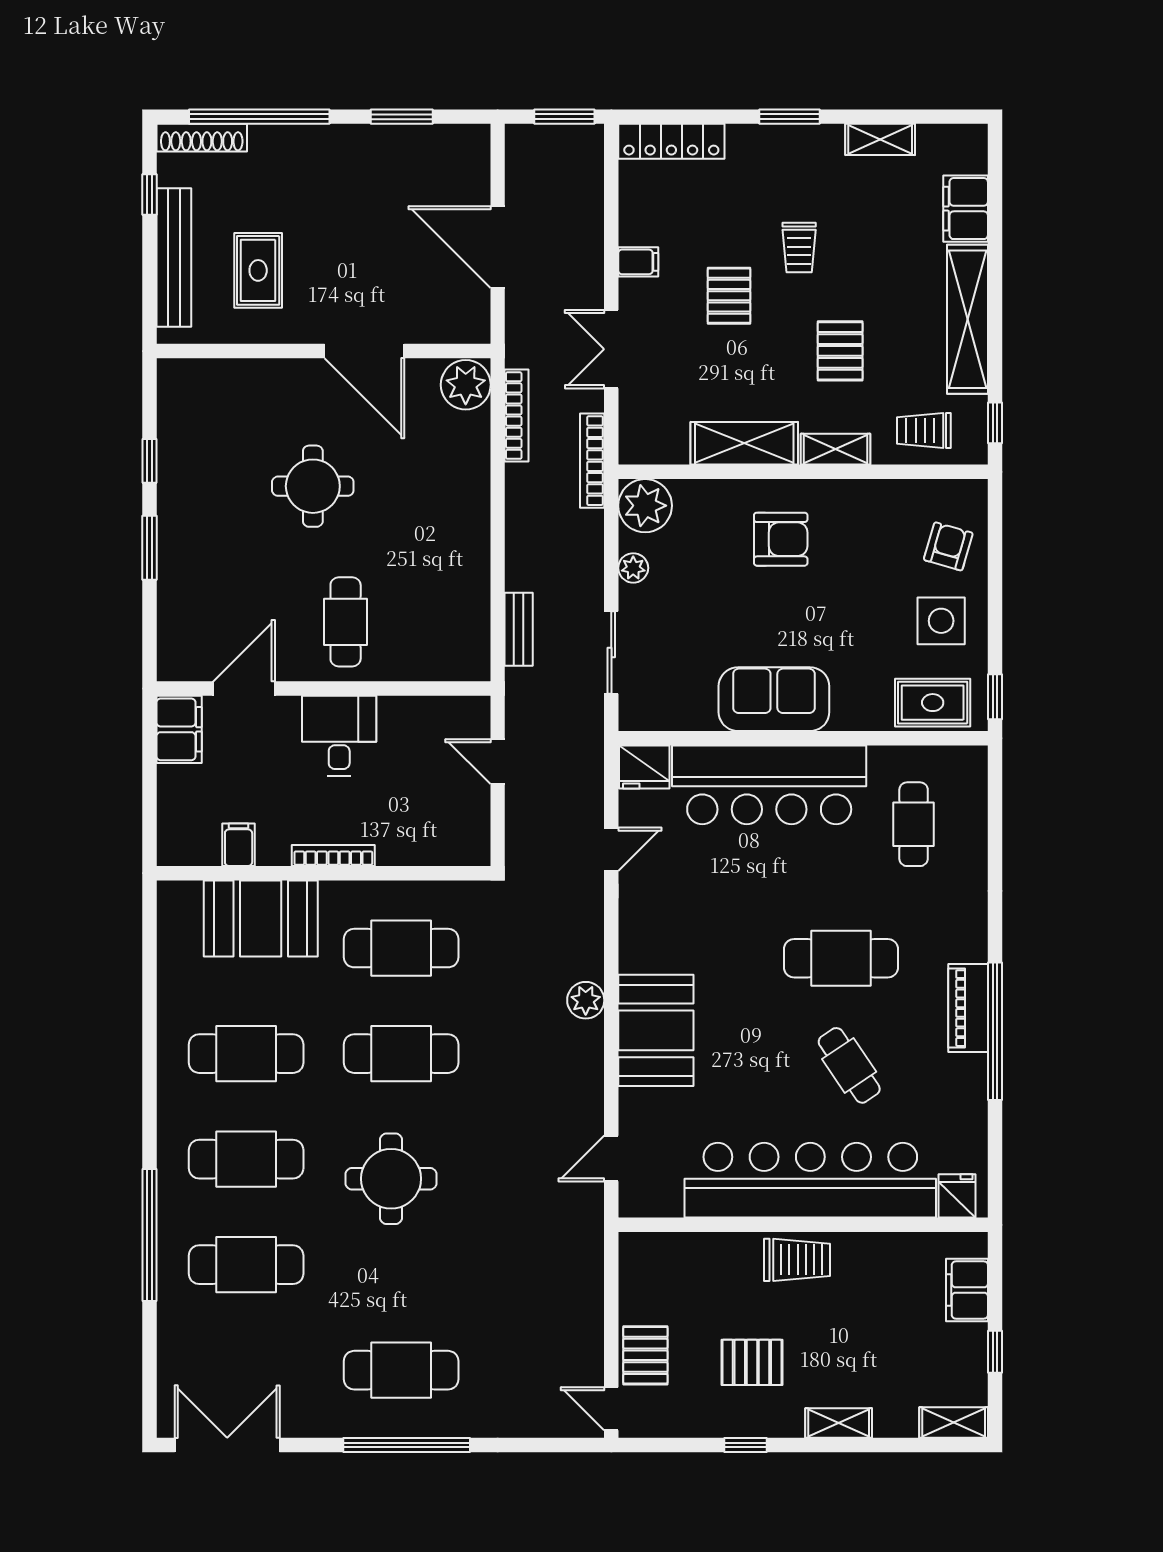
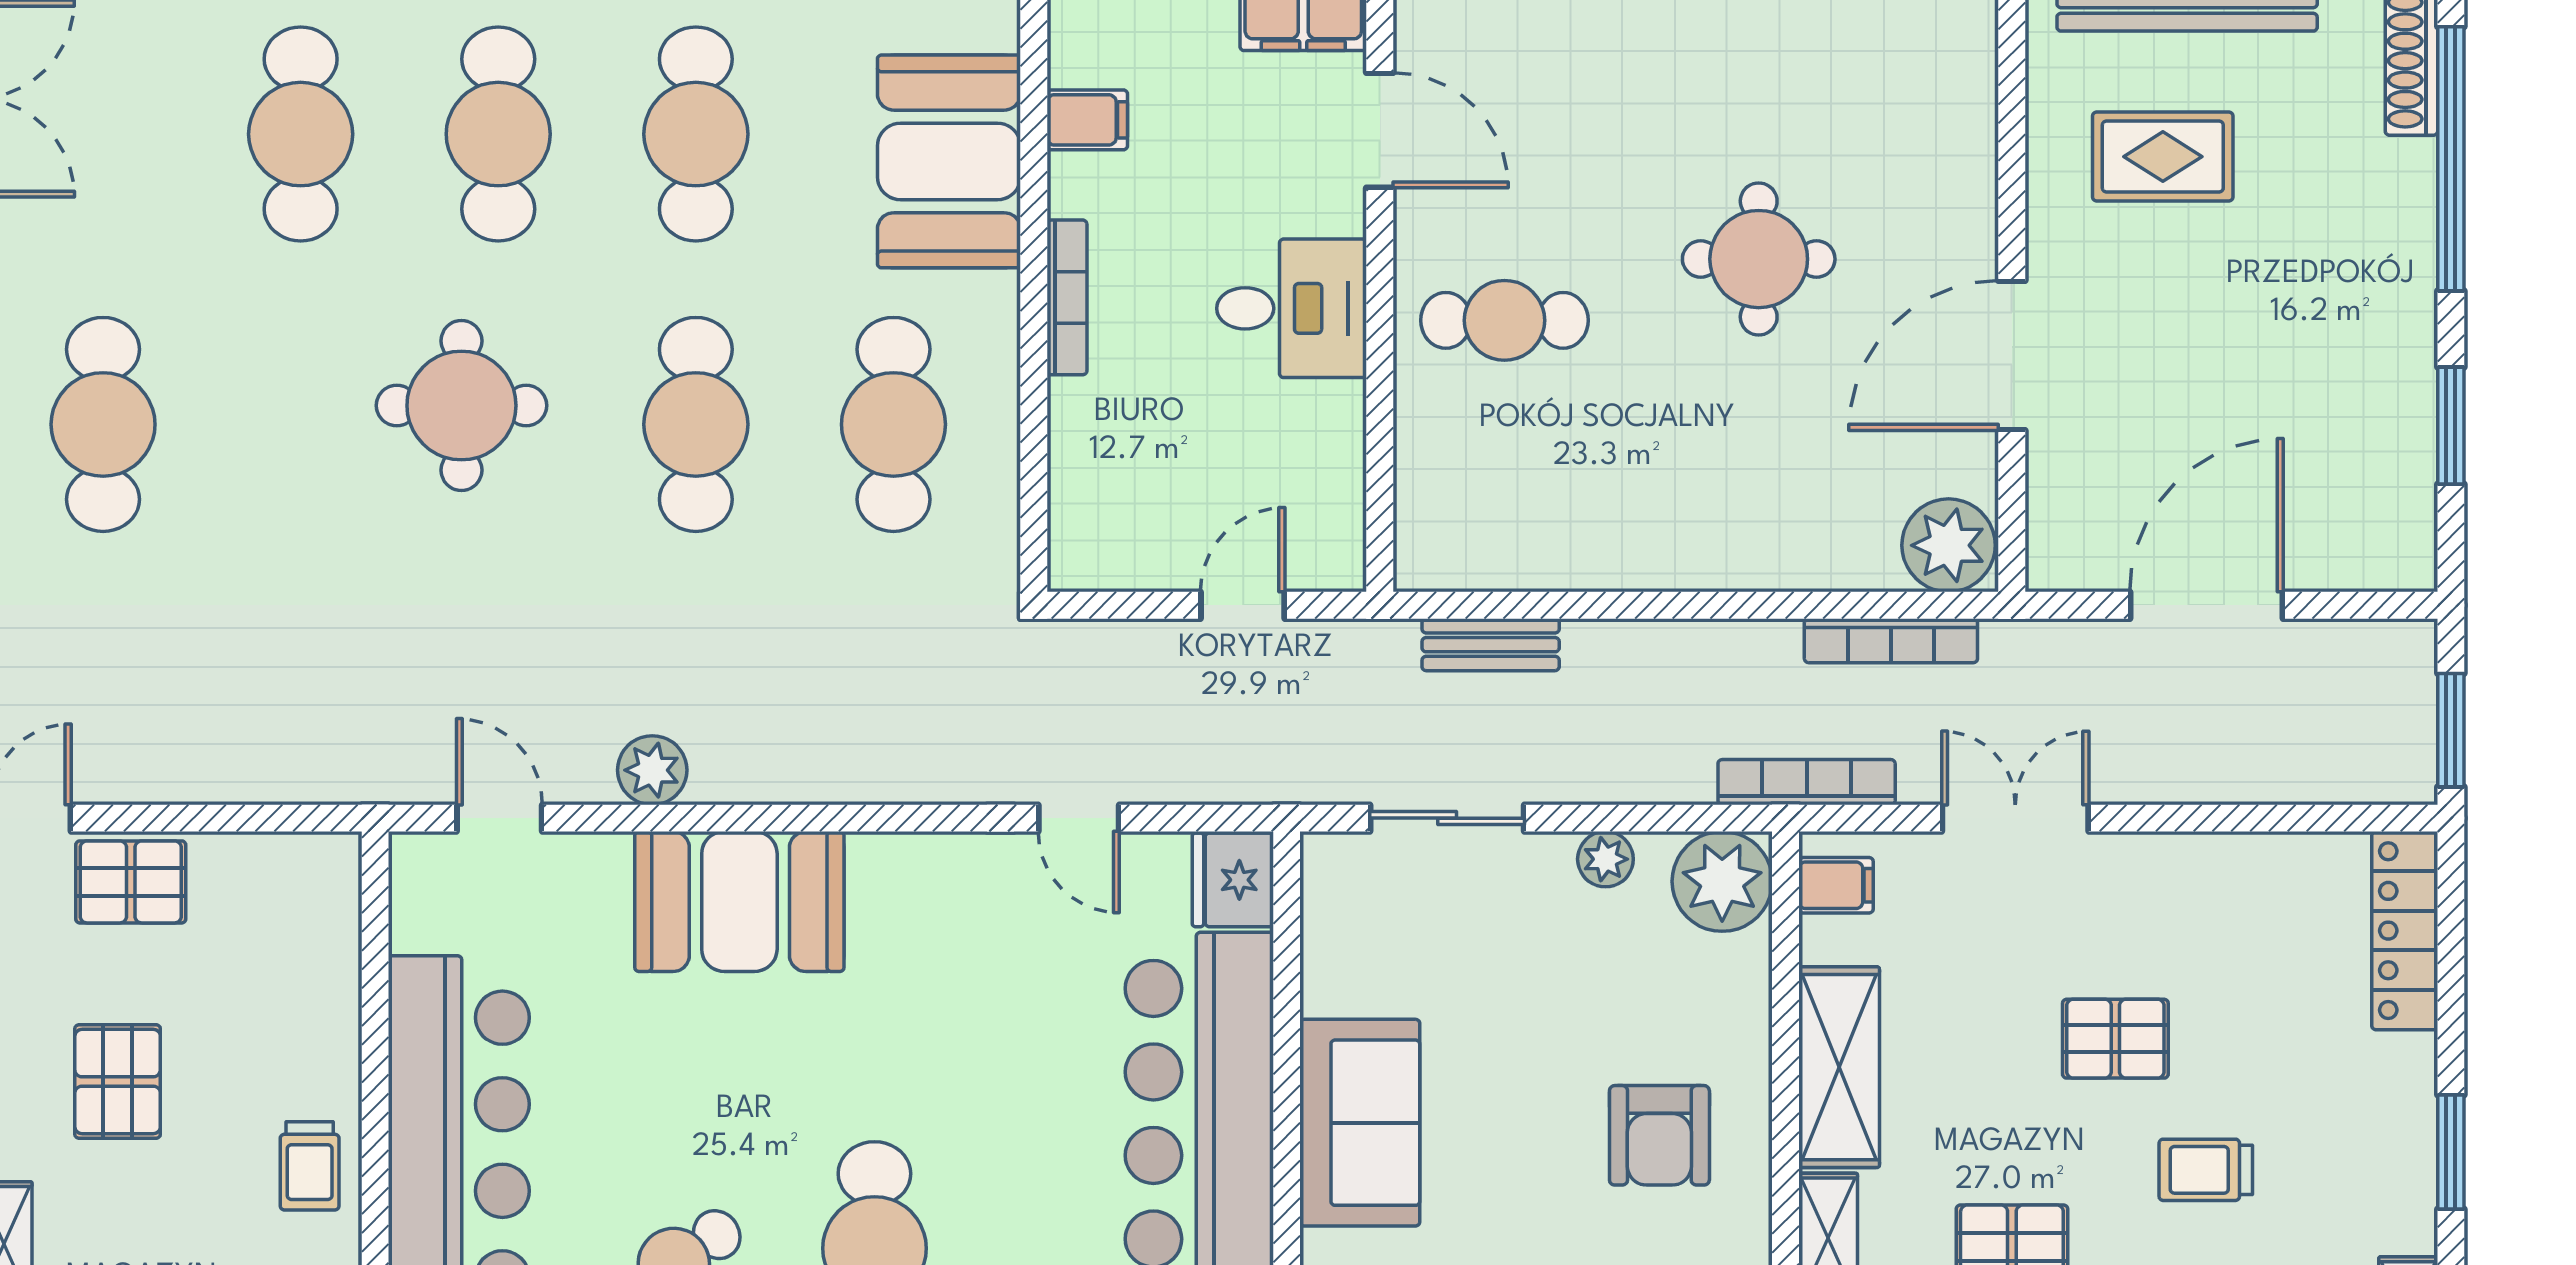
filing cabinet: (638, 262) -> (1836, 885), moved, turned -90
plant: (586, 1000) -> (652, 770), moved
trolley: (797, 1260) -> (310, 1166), width x0.73, depth x0.72

